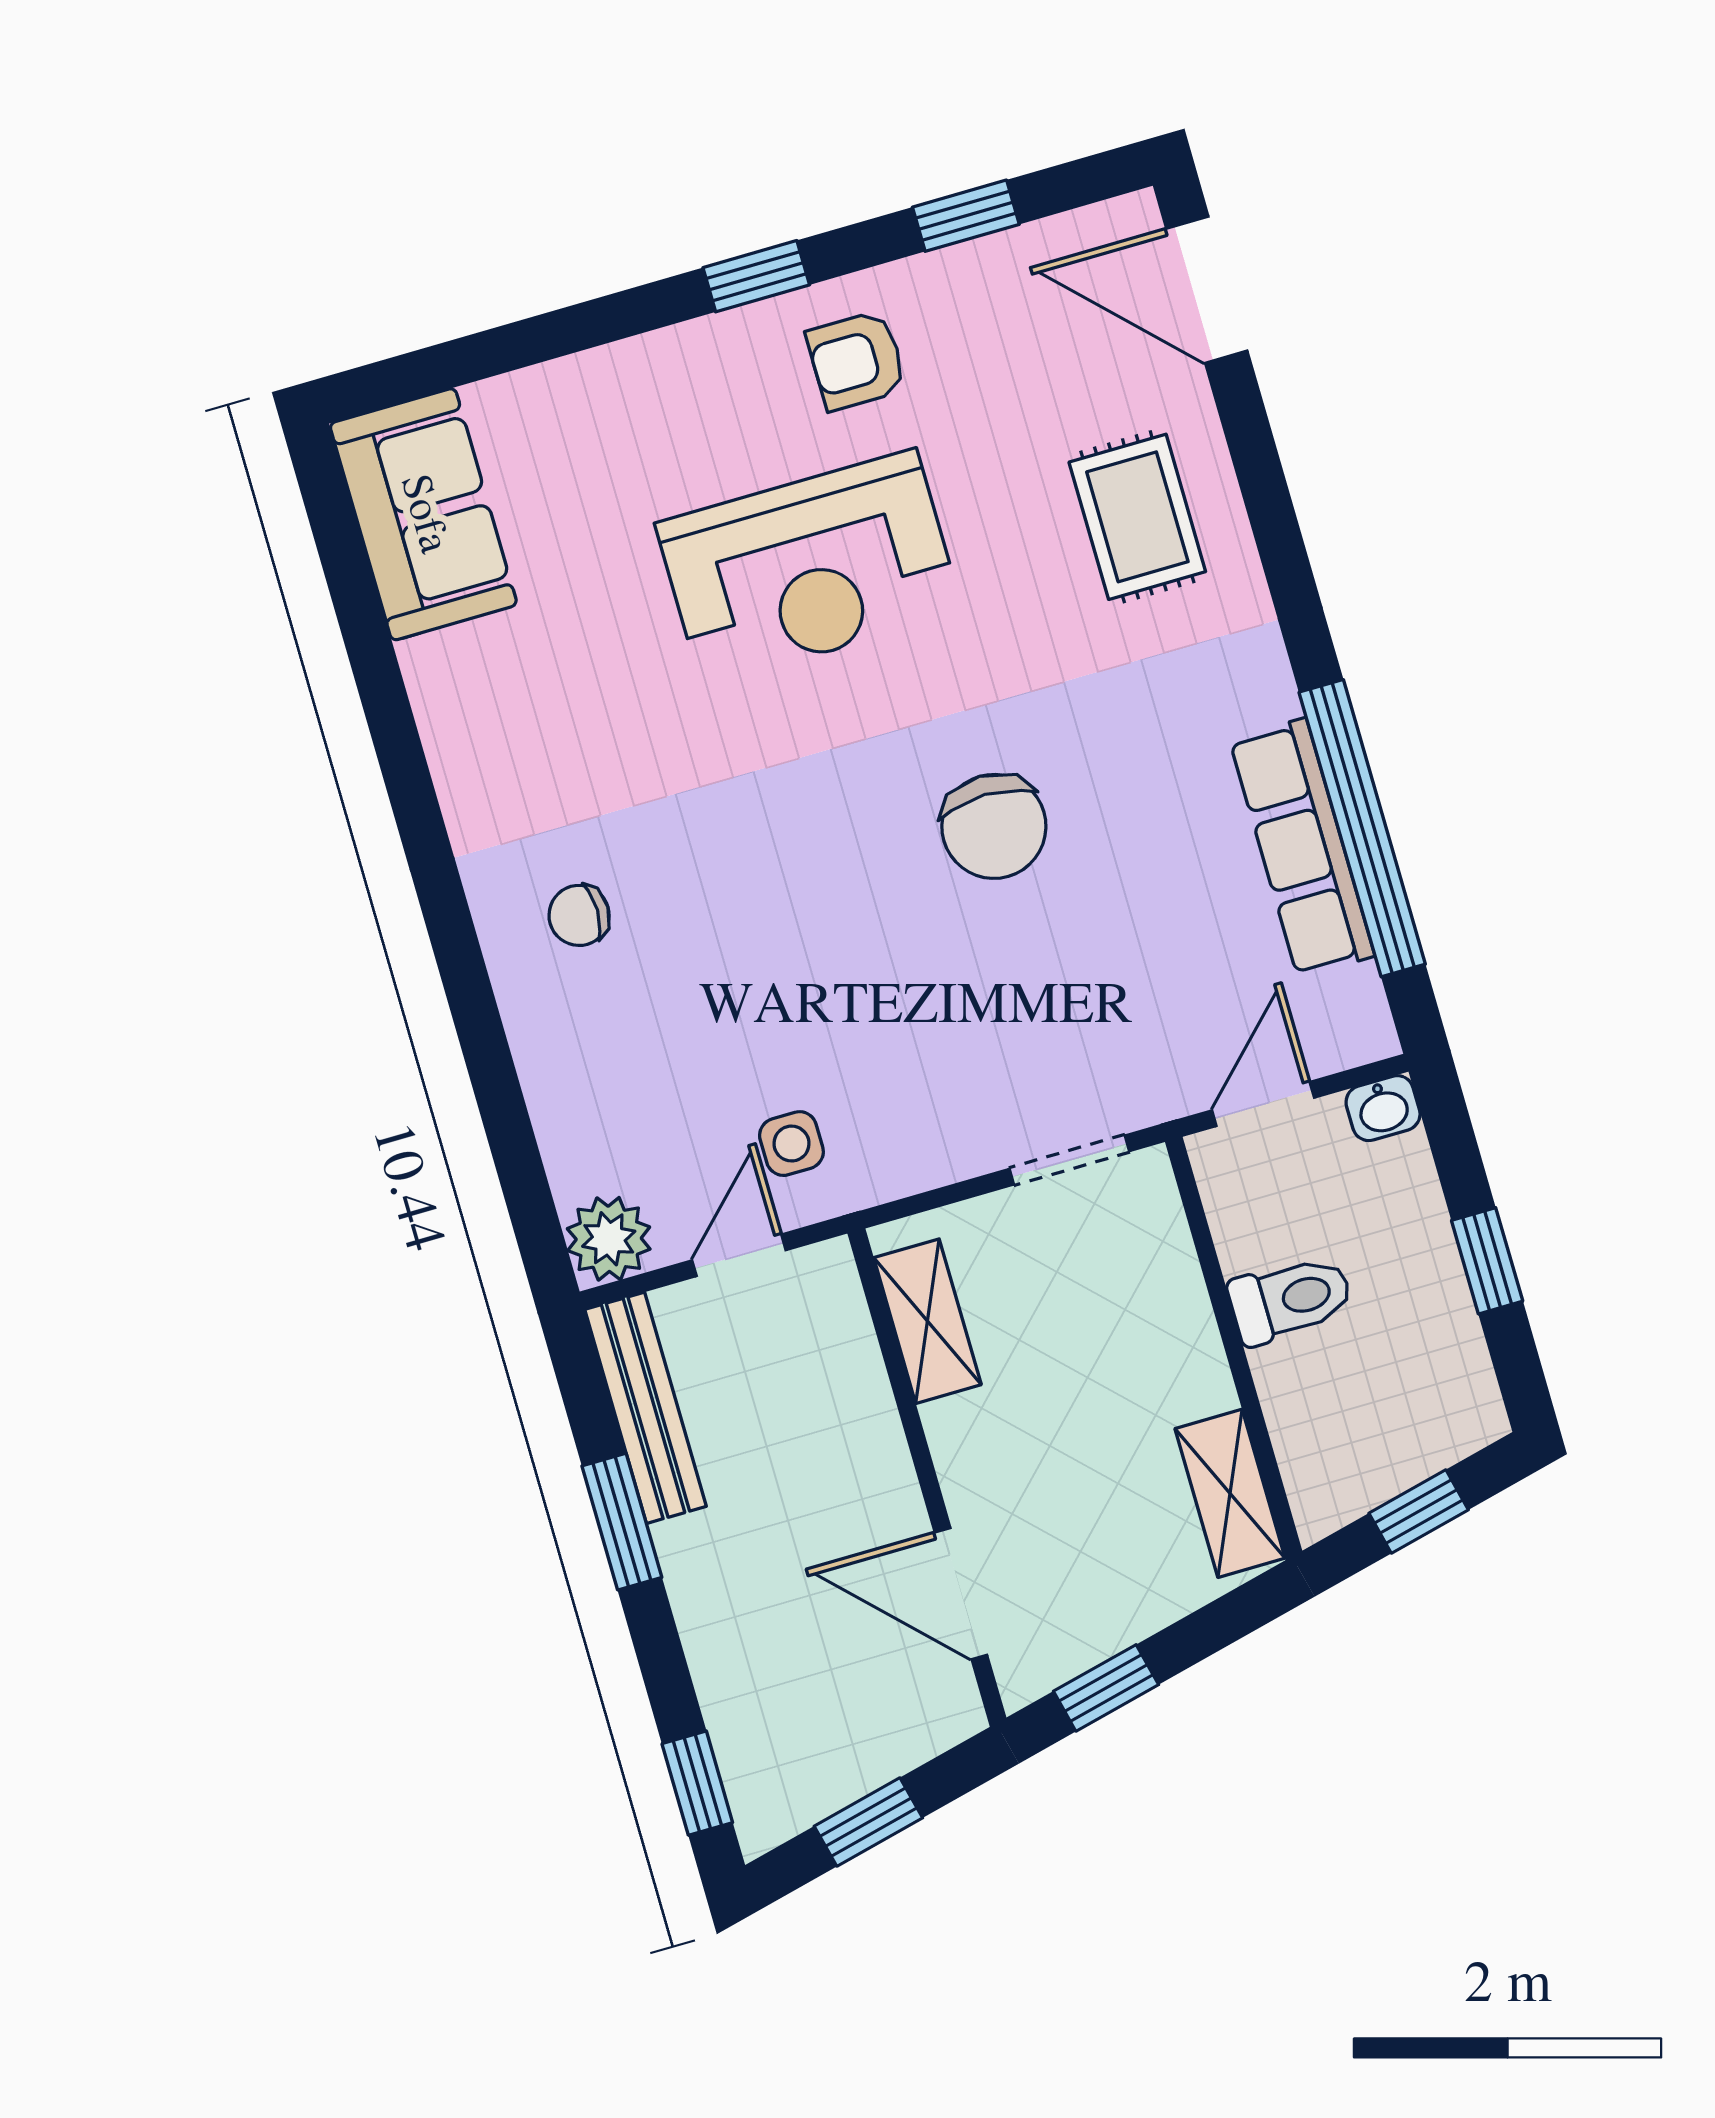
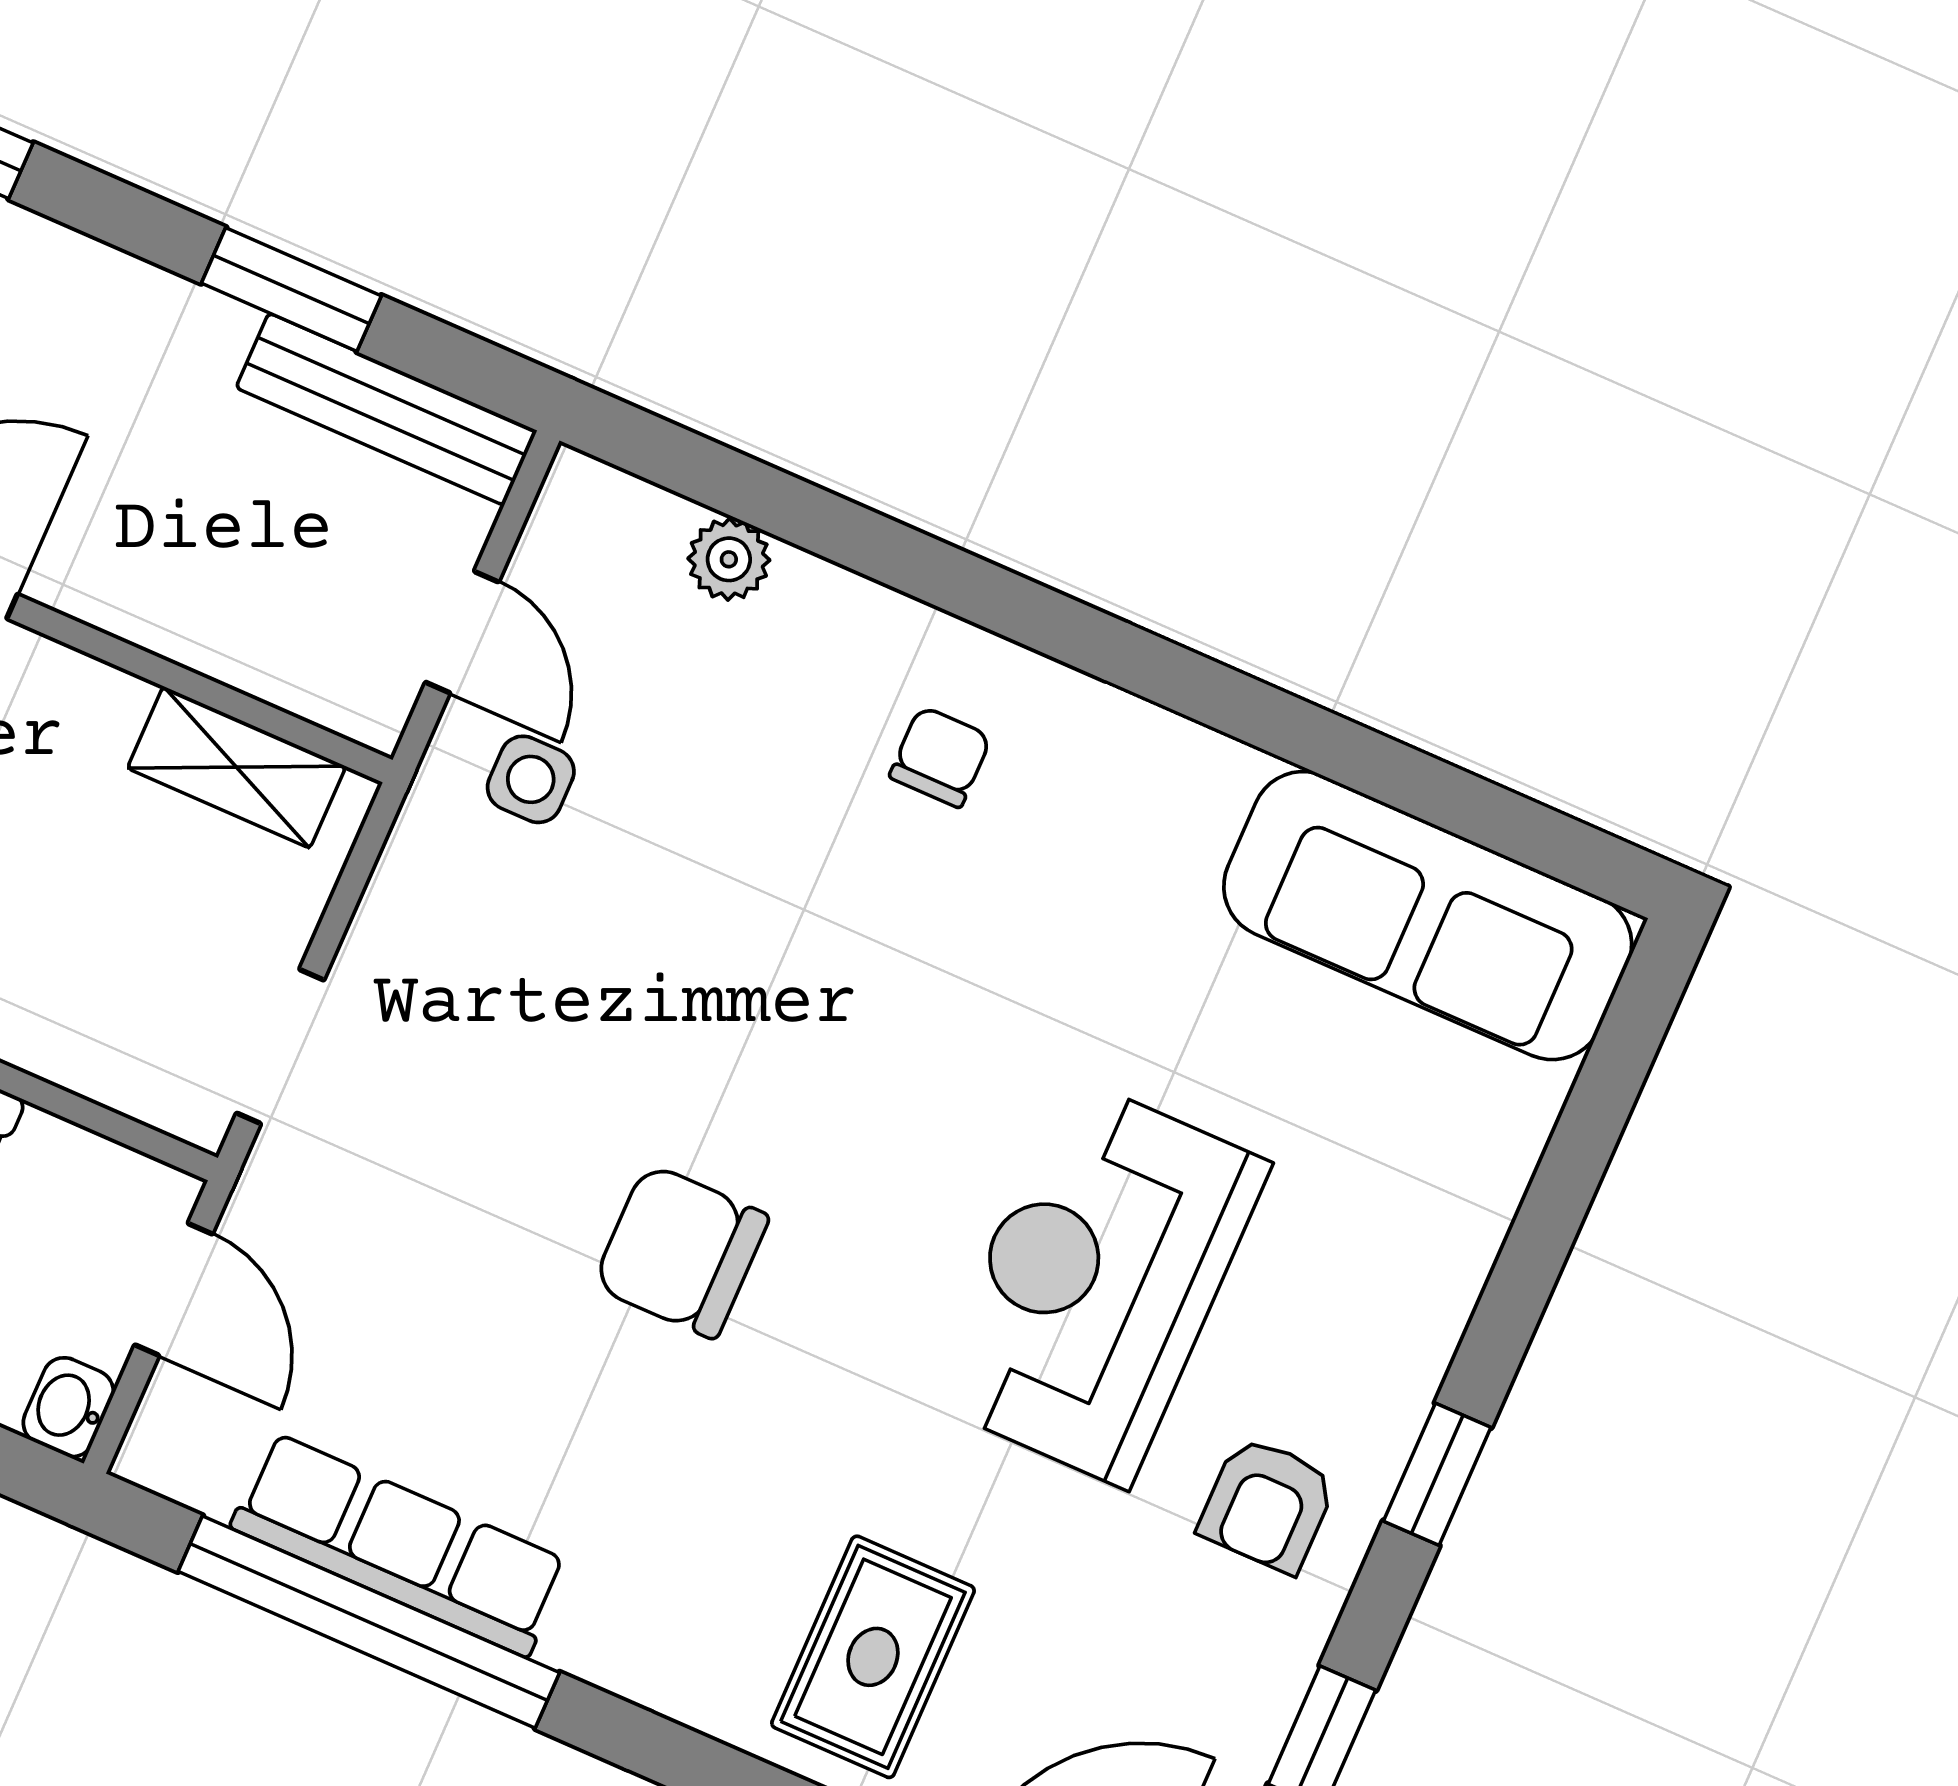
armchair: (857, 361) -> (1267, 1505), turned 180
sofa: (423, 514) -> (1428, 916), width x1.36
rug: (1137, 517) -> (873, 1657), turned 90
plant: (609, 1239) -> (729, 559), moved, width x0.73, depth x0.73

